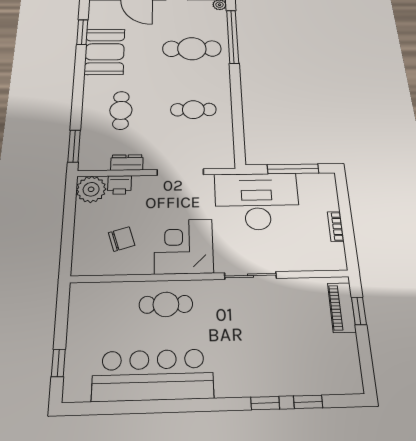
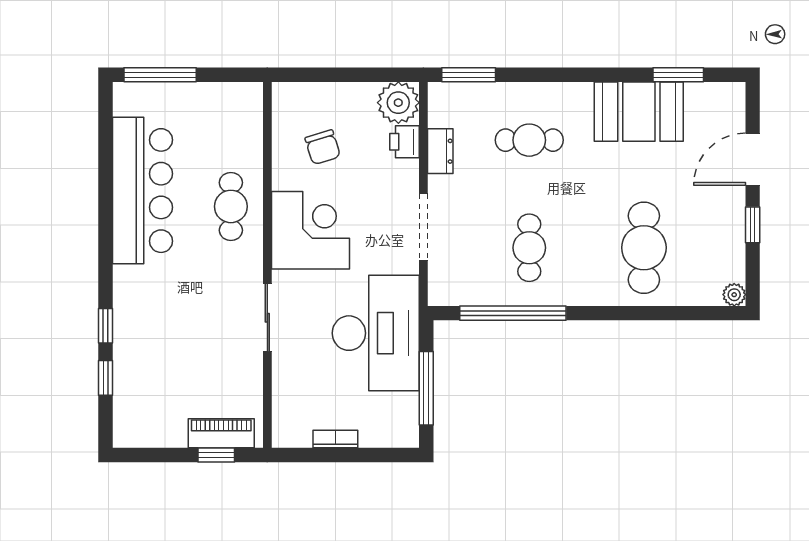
window: (233, 36) -> (513, 313), moved
window: (58, 363) -> (160, 75), width x2.17

